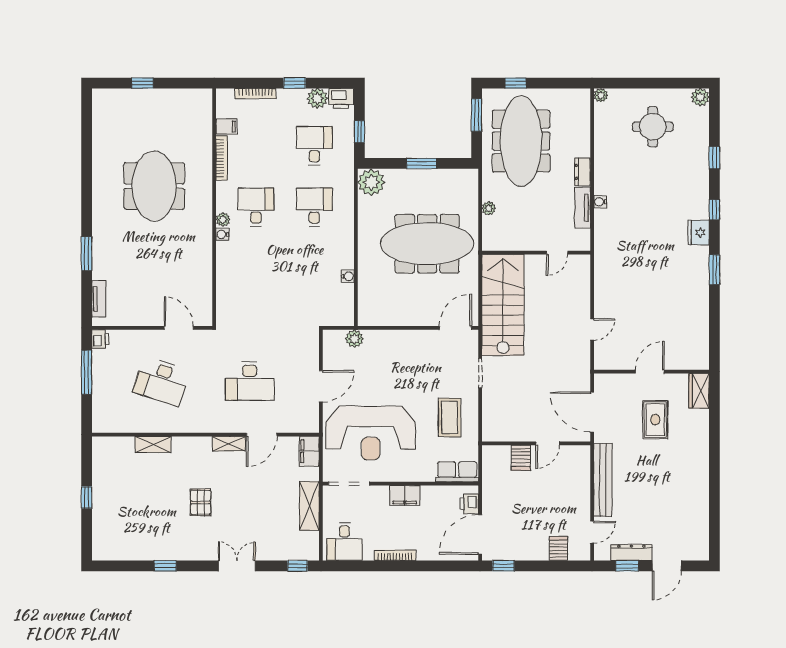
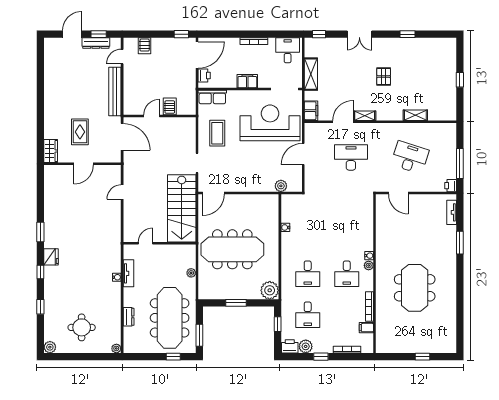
dresser: (582, 172) -> (129, 317), moved

